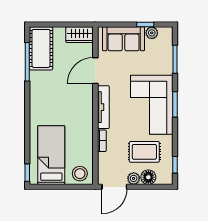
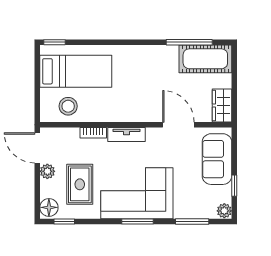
plant: (152, 33) -> (224, 211), moved
tv unit: (103, 107) -> (126, 135), width x0.71
stool: (80, 174) -> (68, 106), moved
floor lamp: (148, 177) -> (49, 207), moved

